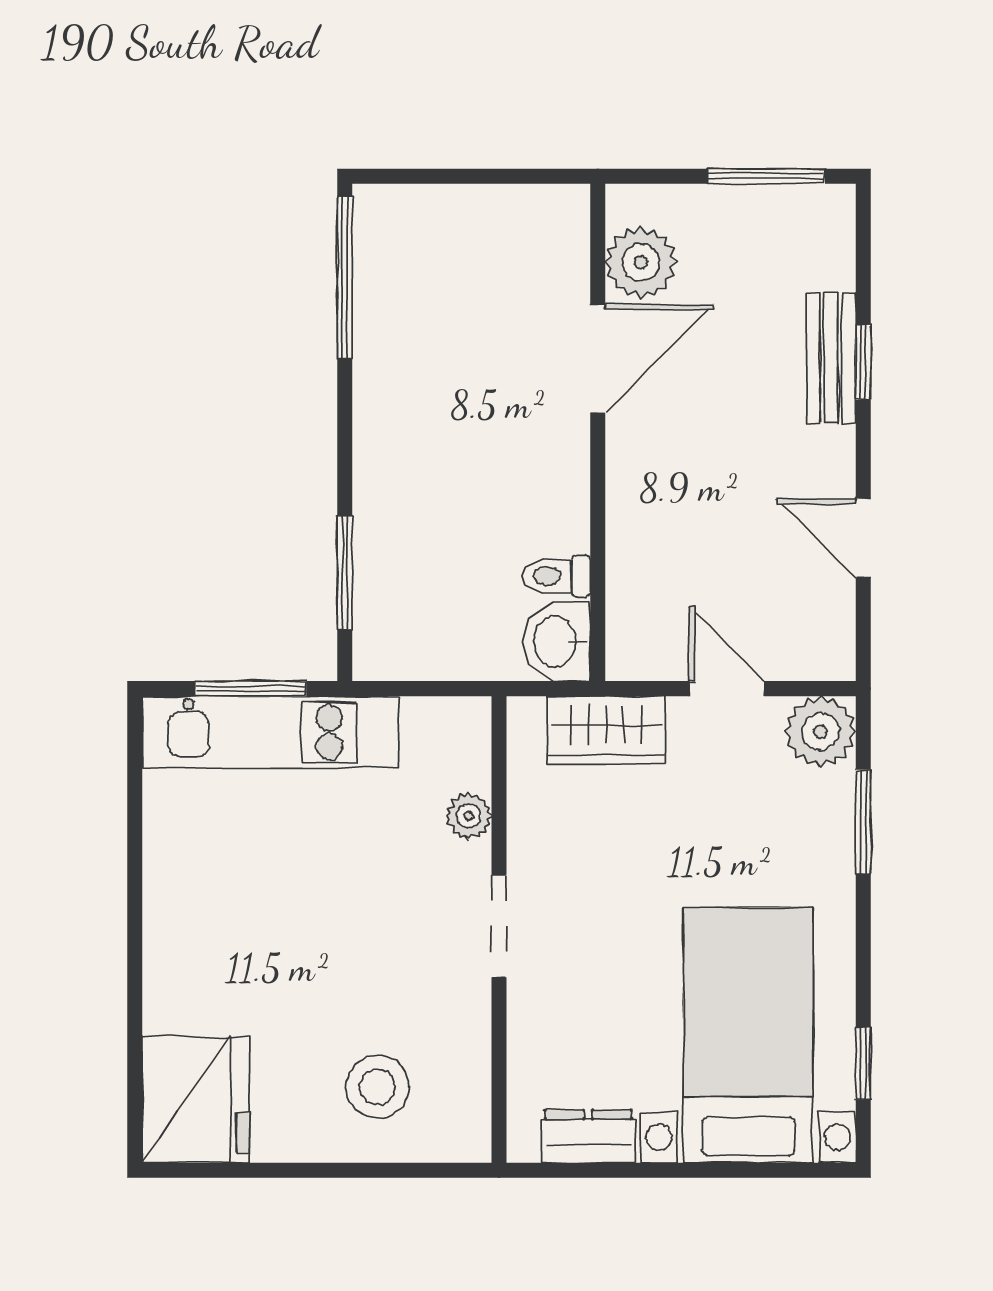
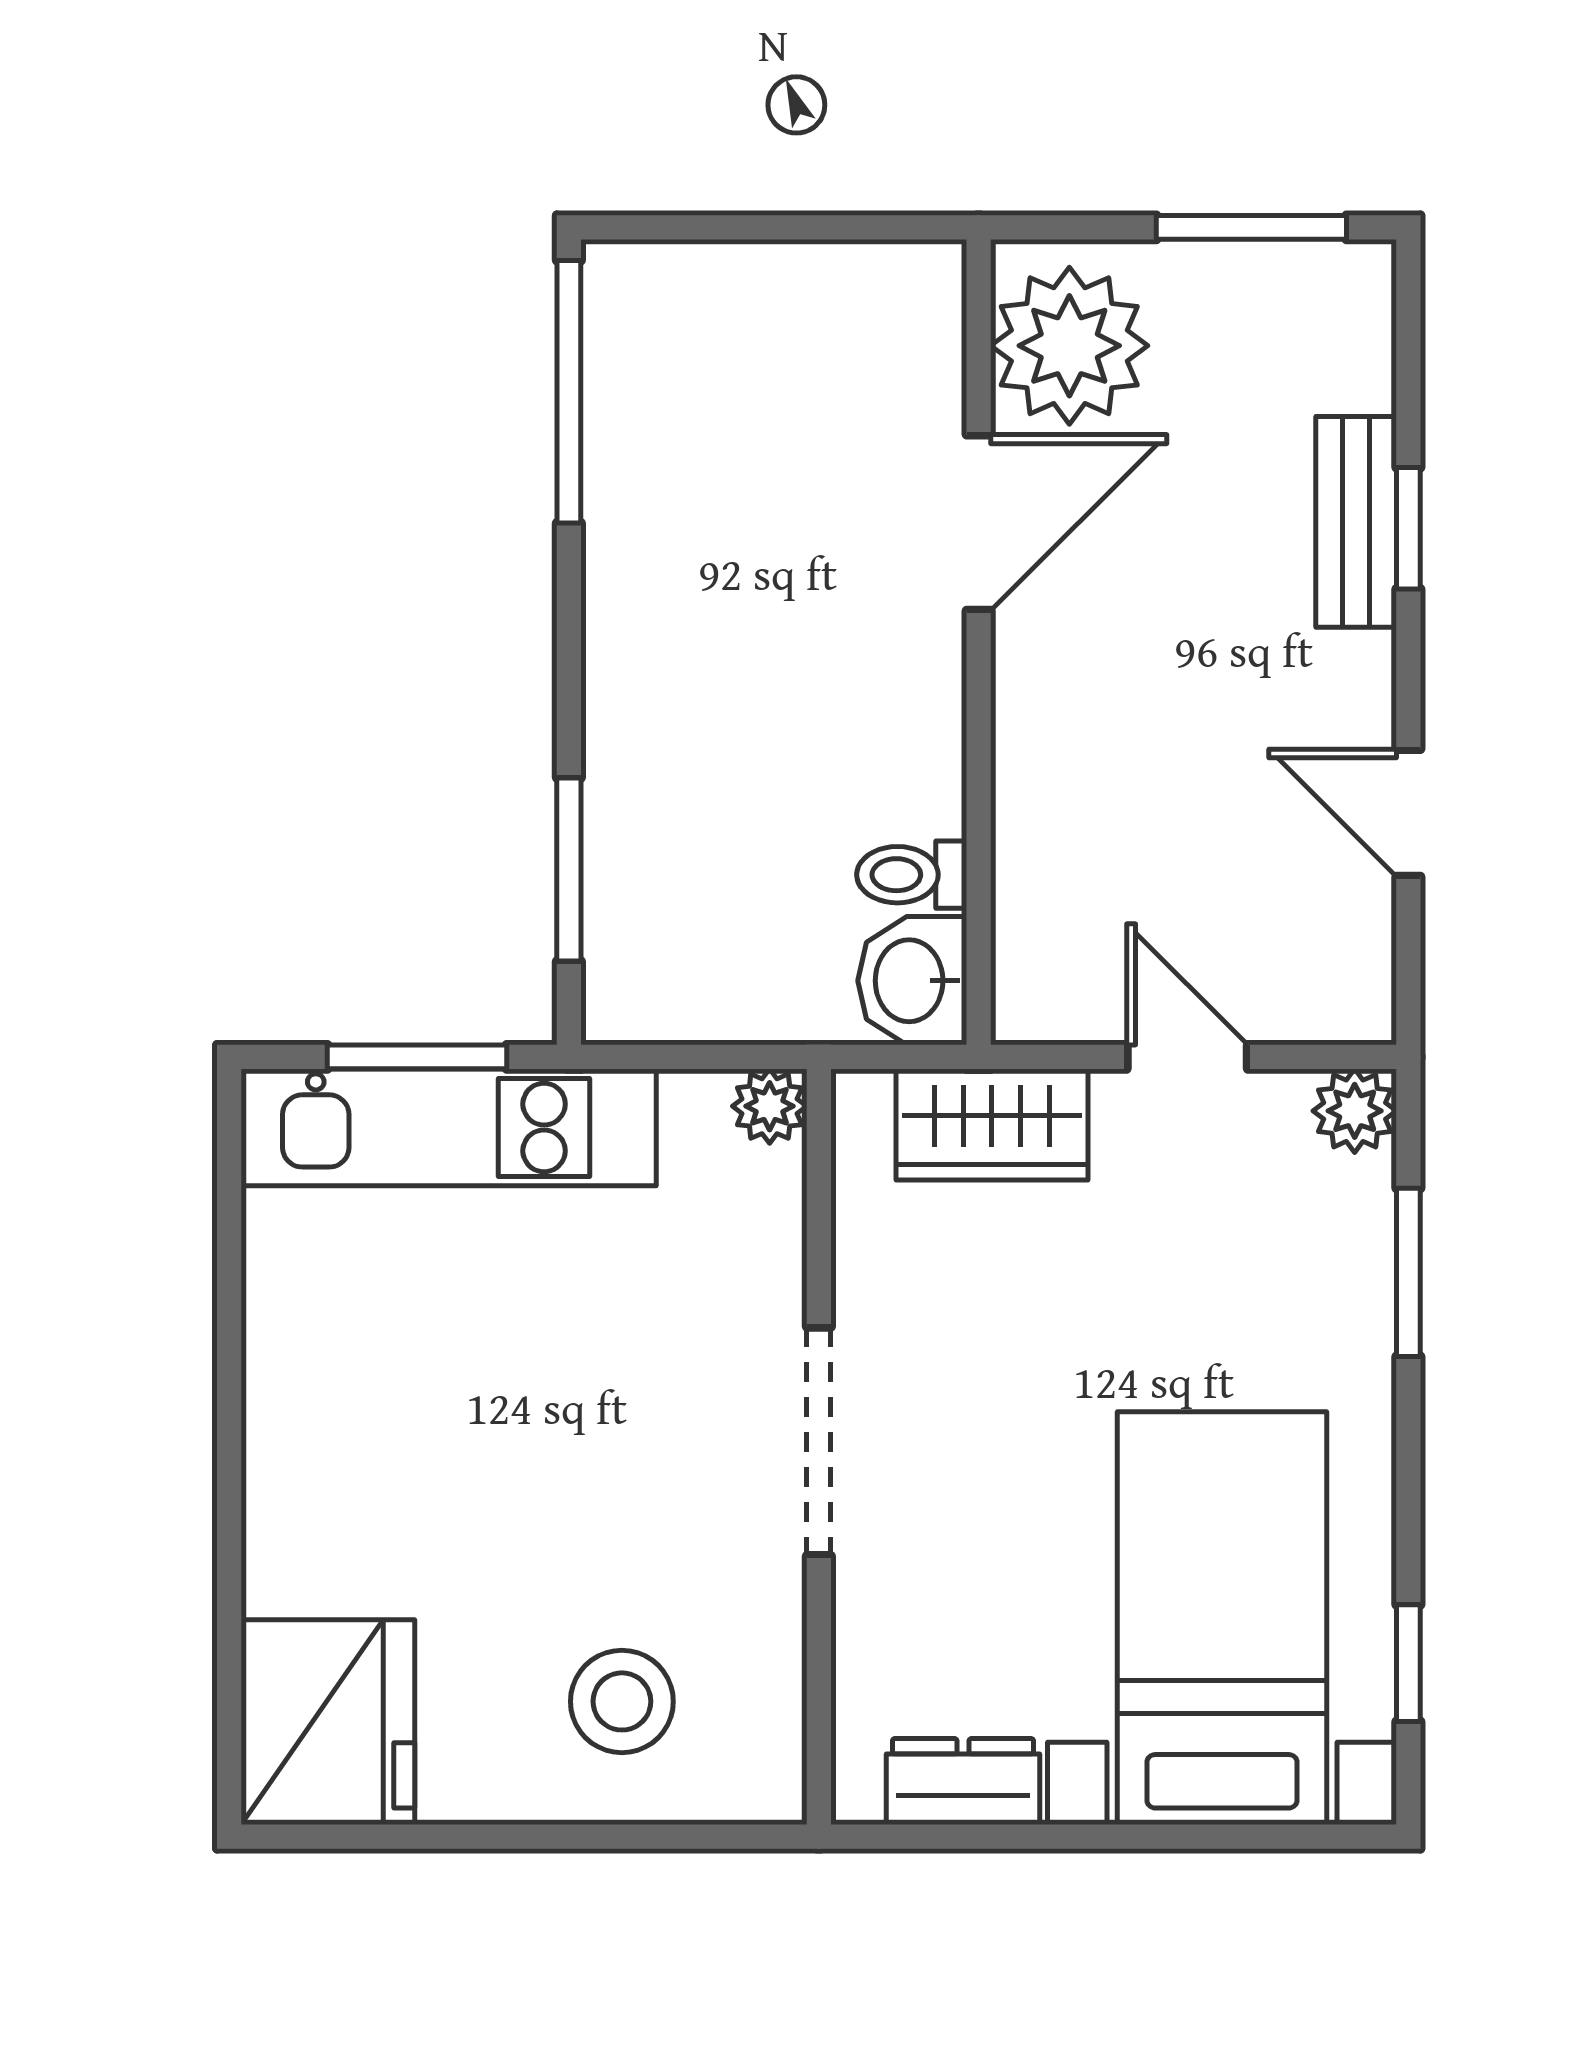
plant: (641, 262) -> (1069, 346), width x1.36, depth x1.36
plant: (820, 732) -> (1355, 1111), width x0.73, depth x0.73
plant: (469, 816) -> (770, 1106), moved
doorway: (499, 926) -> (819, 1441), width x1.38

